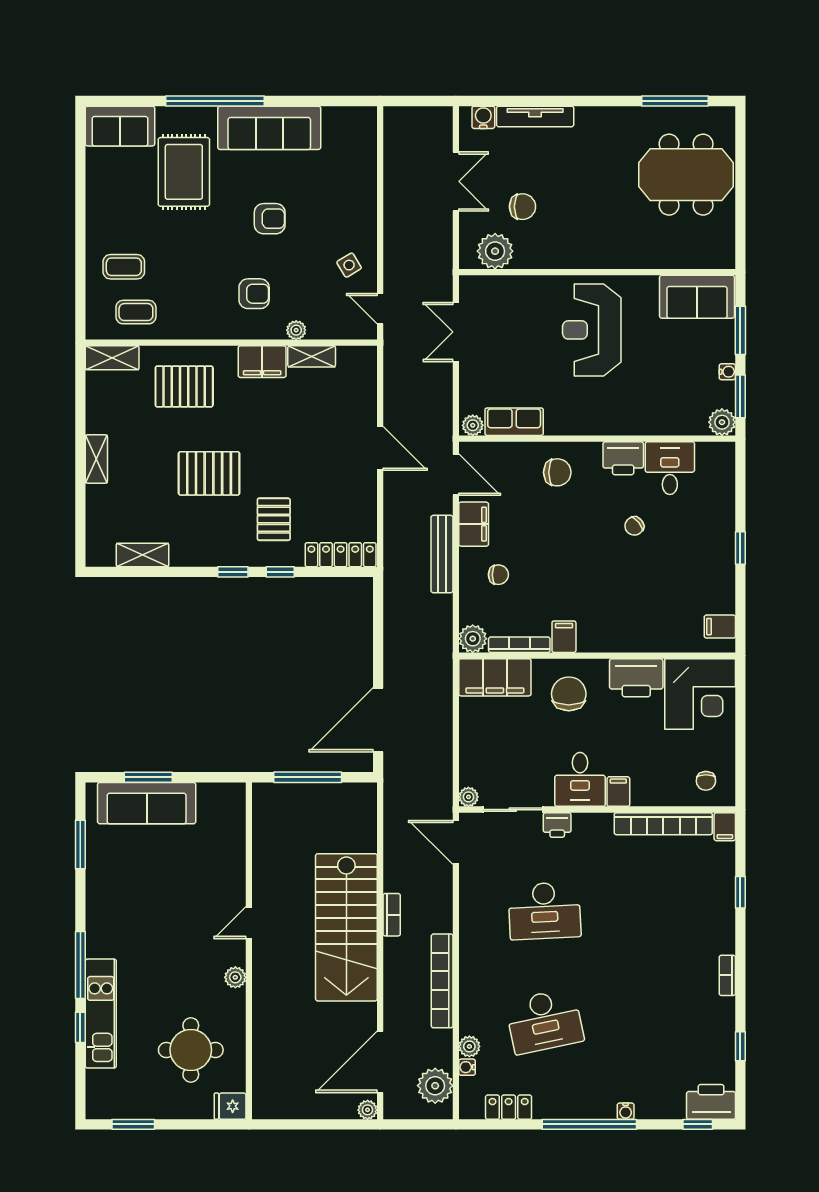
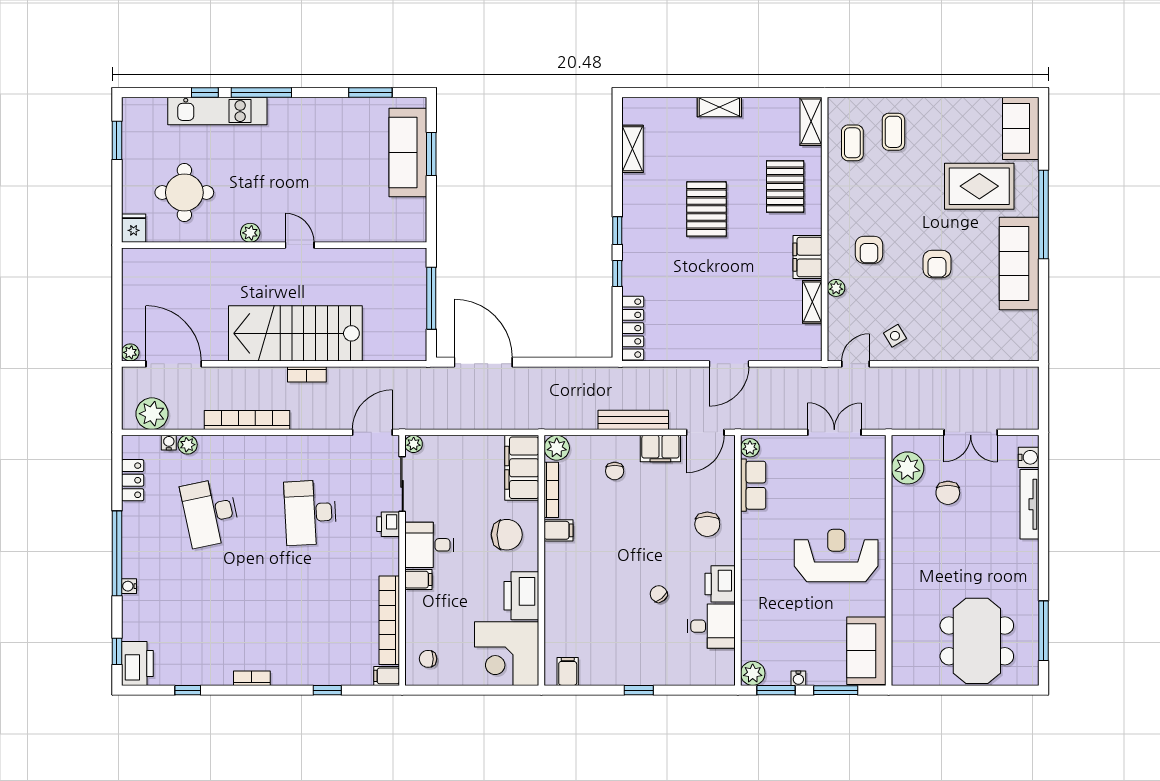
pallet: (274, 519) -> (665, 268), removed

